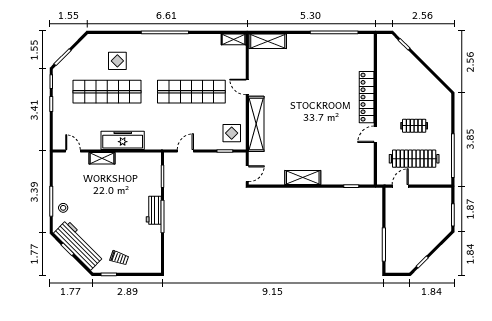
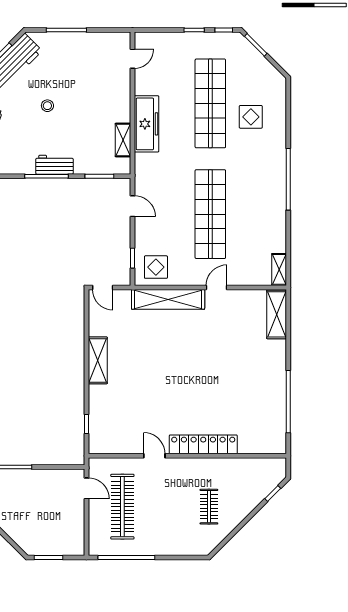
clothes rail: (414, 126) -> (209, 507), moved
shelving: (102, 158) -> (123, 140), moved
stool: (63, 208) -> (47, 106), moved

